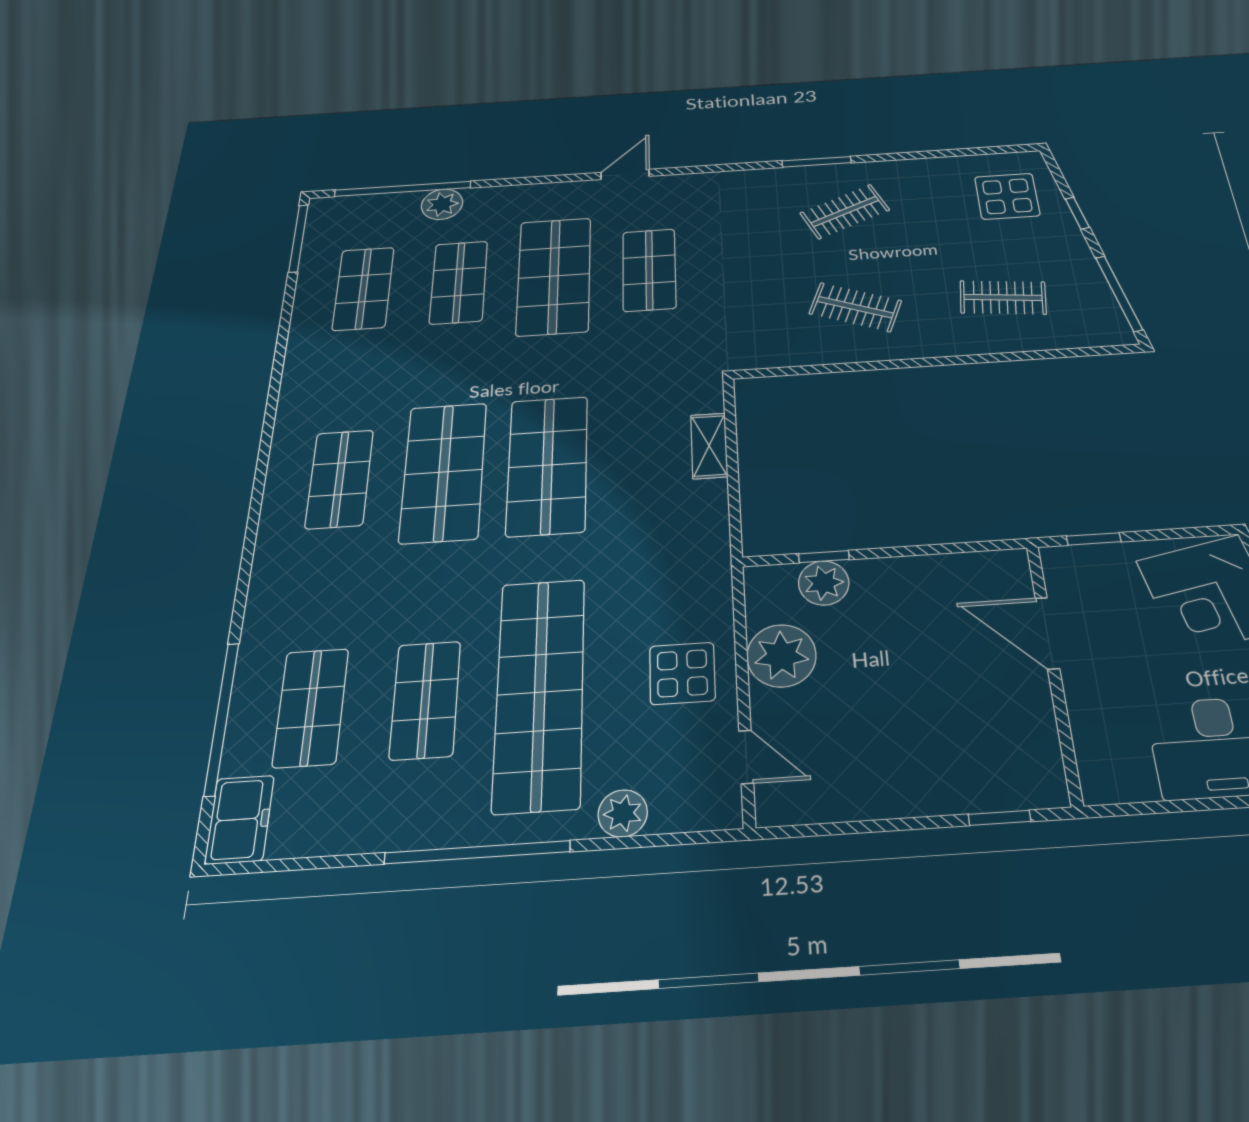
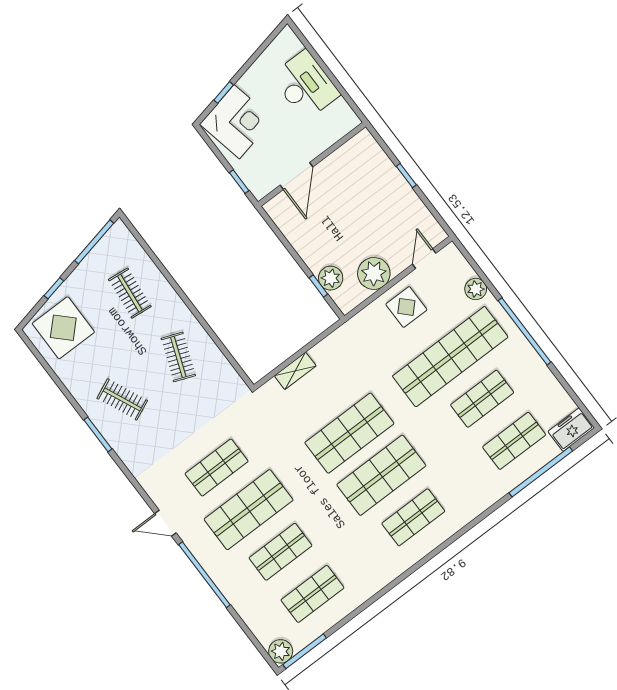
window: (403, 189) -> (204, 575), moved
display table: (1007, 196) -> (63, 328), width x1.36, depth x1.36
plant: (442, 204) -> (281, 651), moved
window: (1000, 818) -> (406, 176), moved

